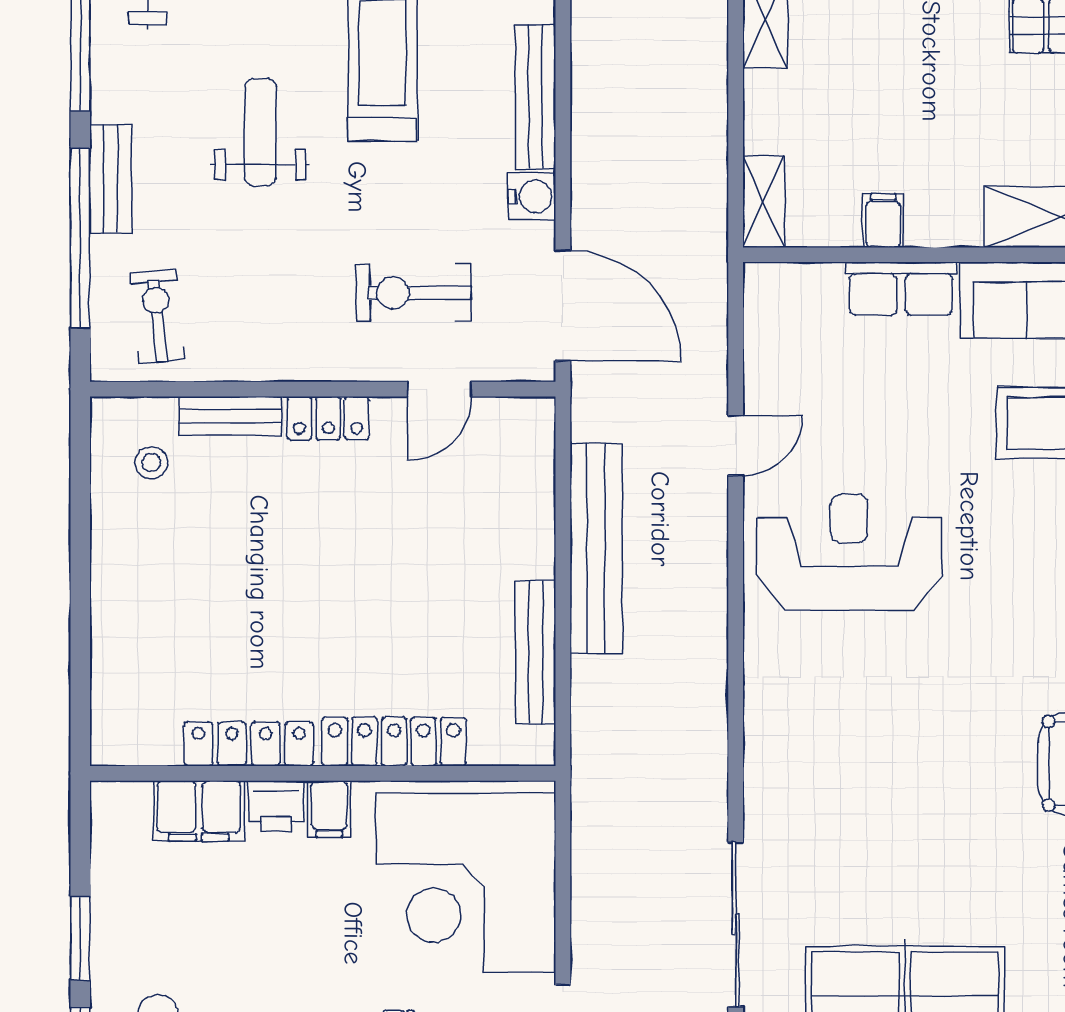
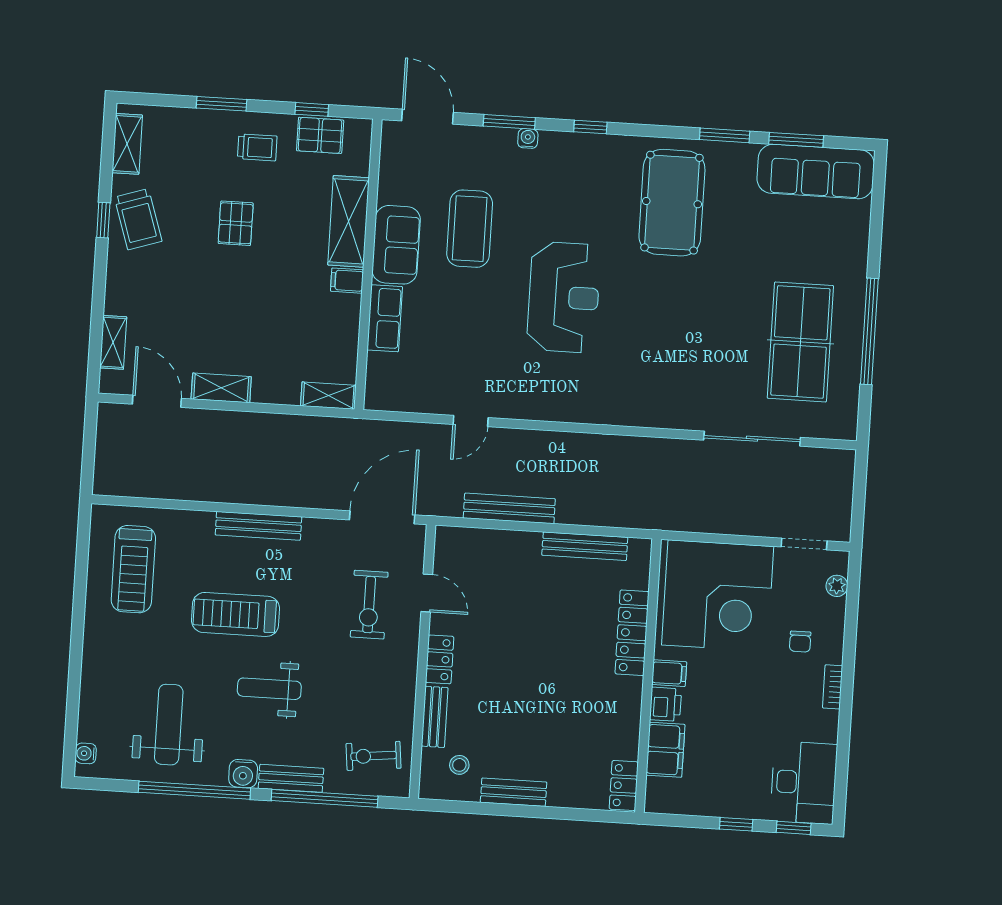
water cooler: (532, 197) -> (243, 774), moved, turned 180
filing cabinet: (883, 221) -> (347, 281), moved
door: (736, 445) -> (471, 421), swing flipped
bench: (596, 548) -> (509, 508), width x0.73, depth x0.82
reception desk: (849, 552) -> (564, 297), moved, turned 180
bench: (111, 558) -> (514, 792), added
locker: (249, 744) -> (624, 786), moved, width x0.66
window: (80, 938) -> (736, 824), width x0.67

